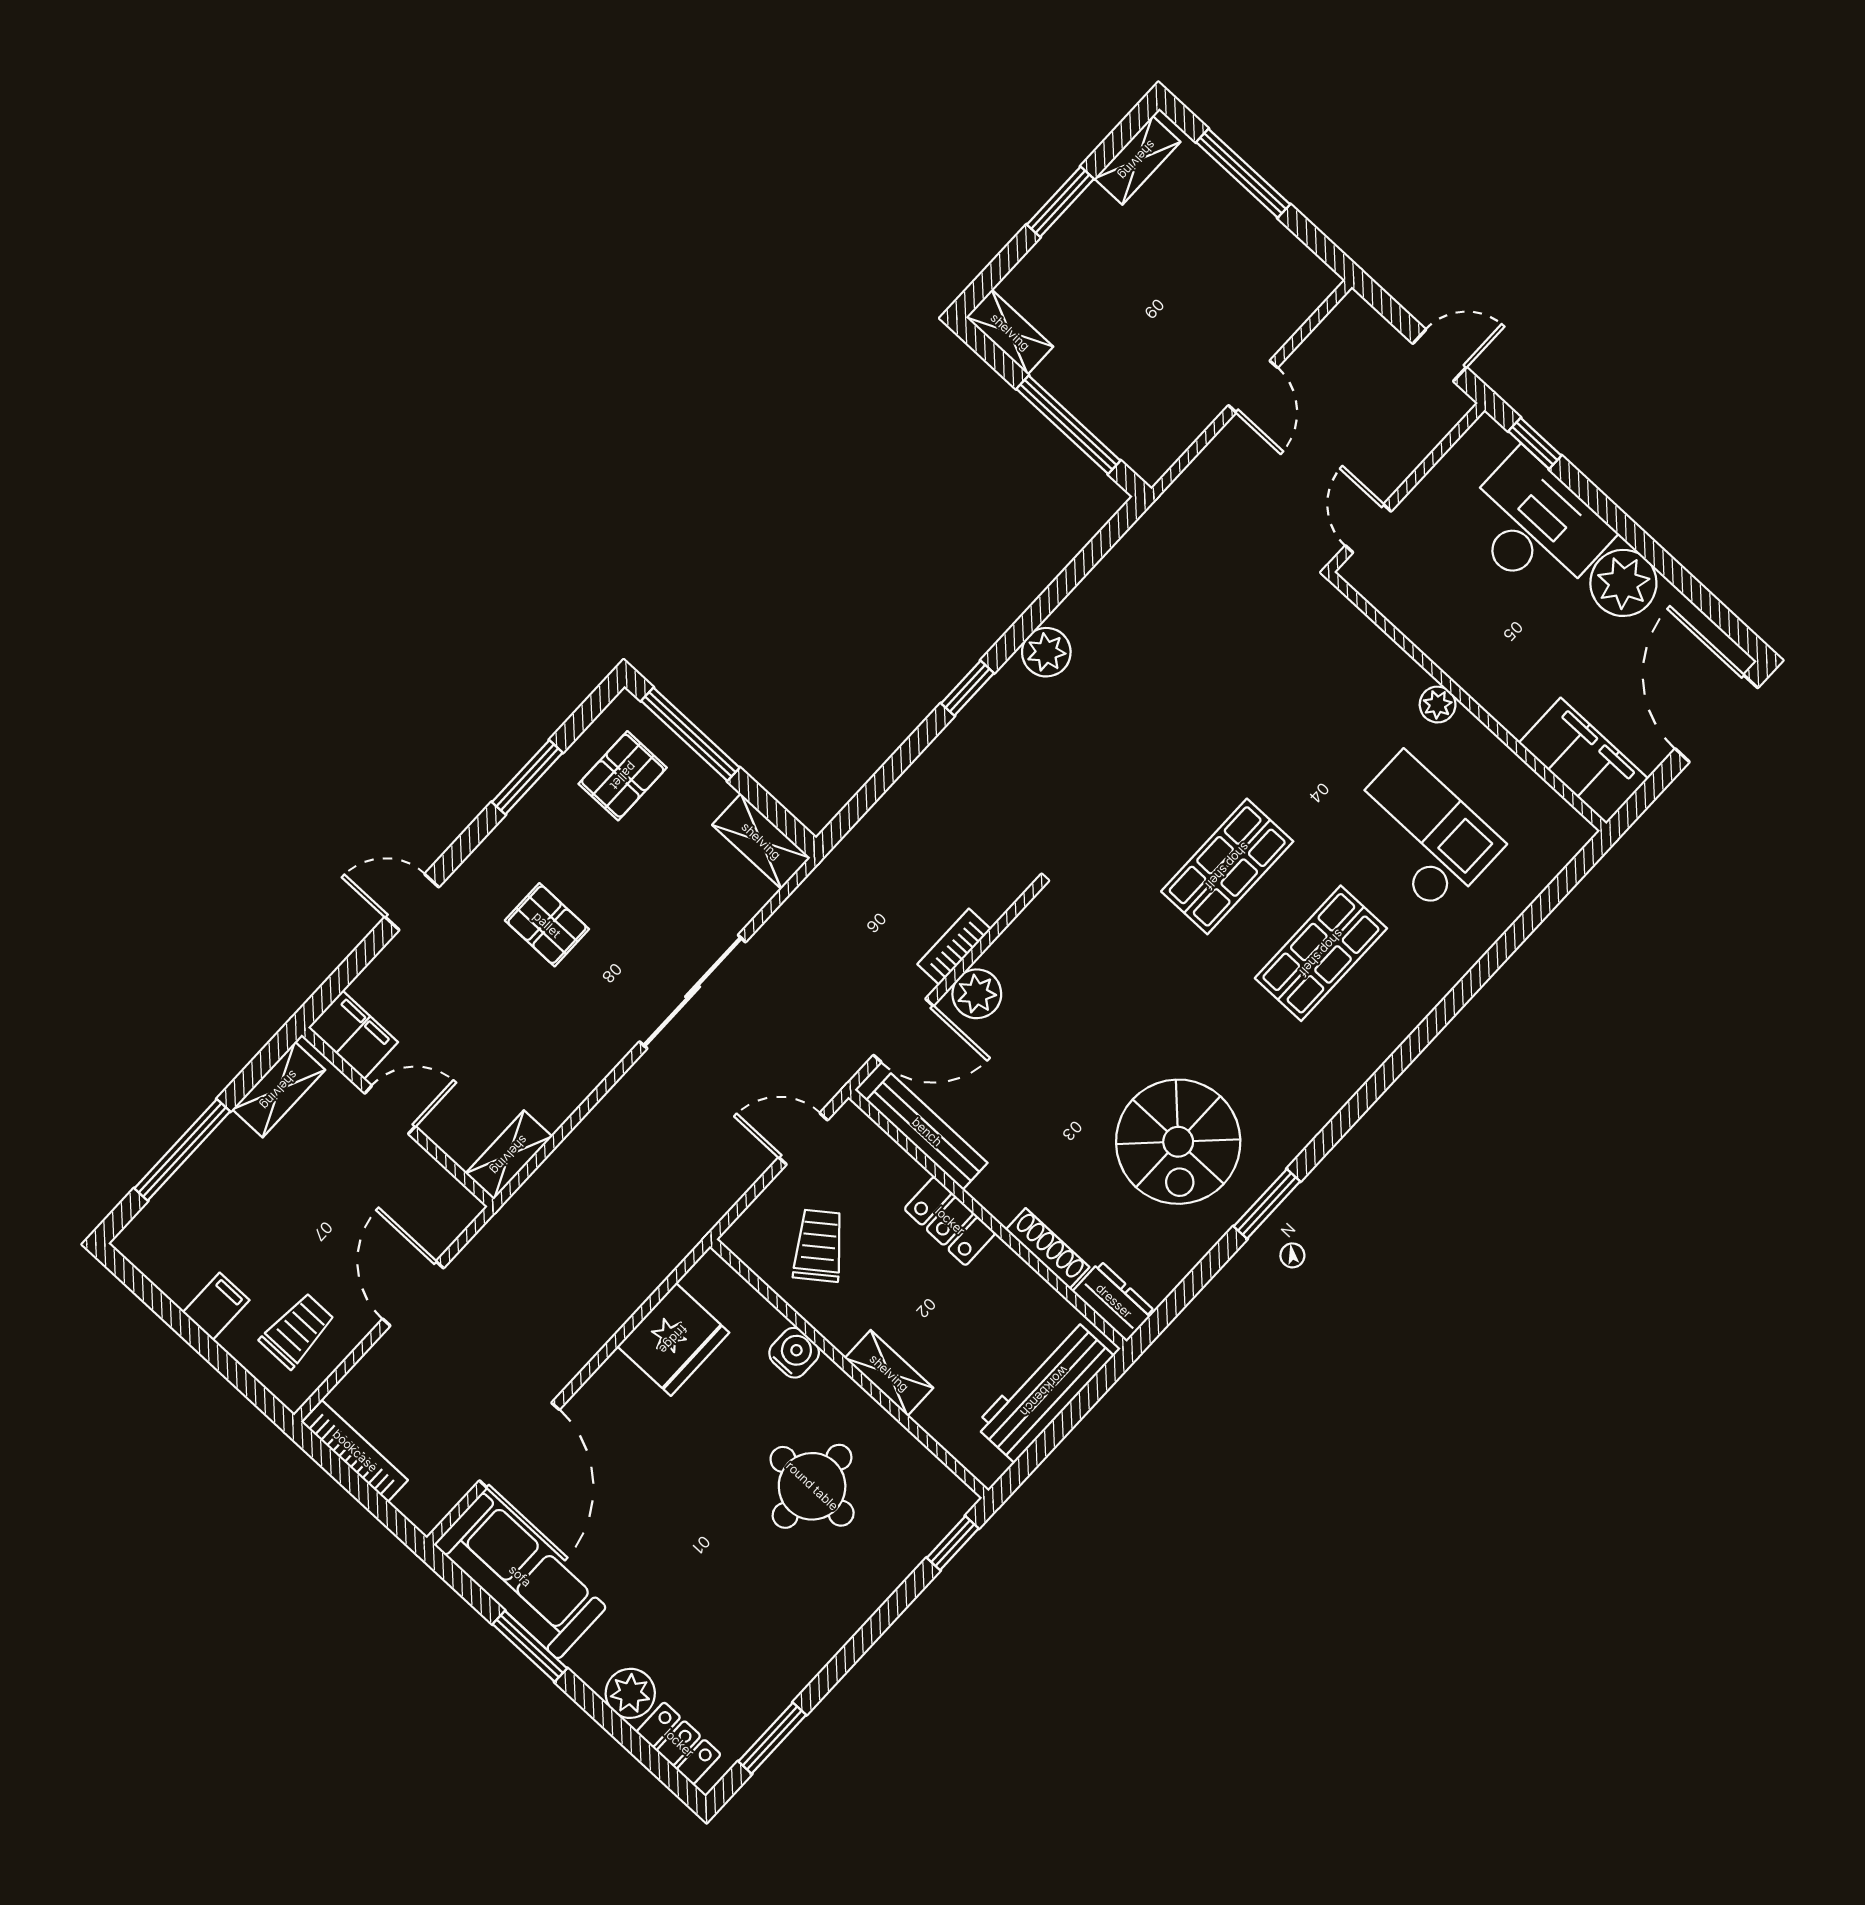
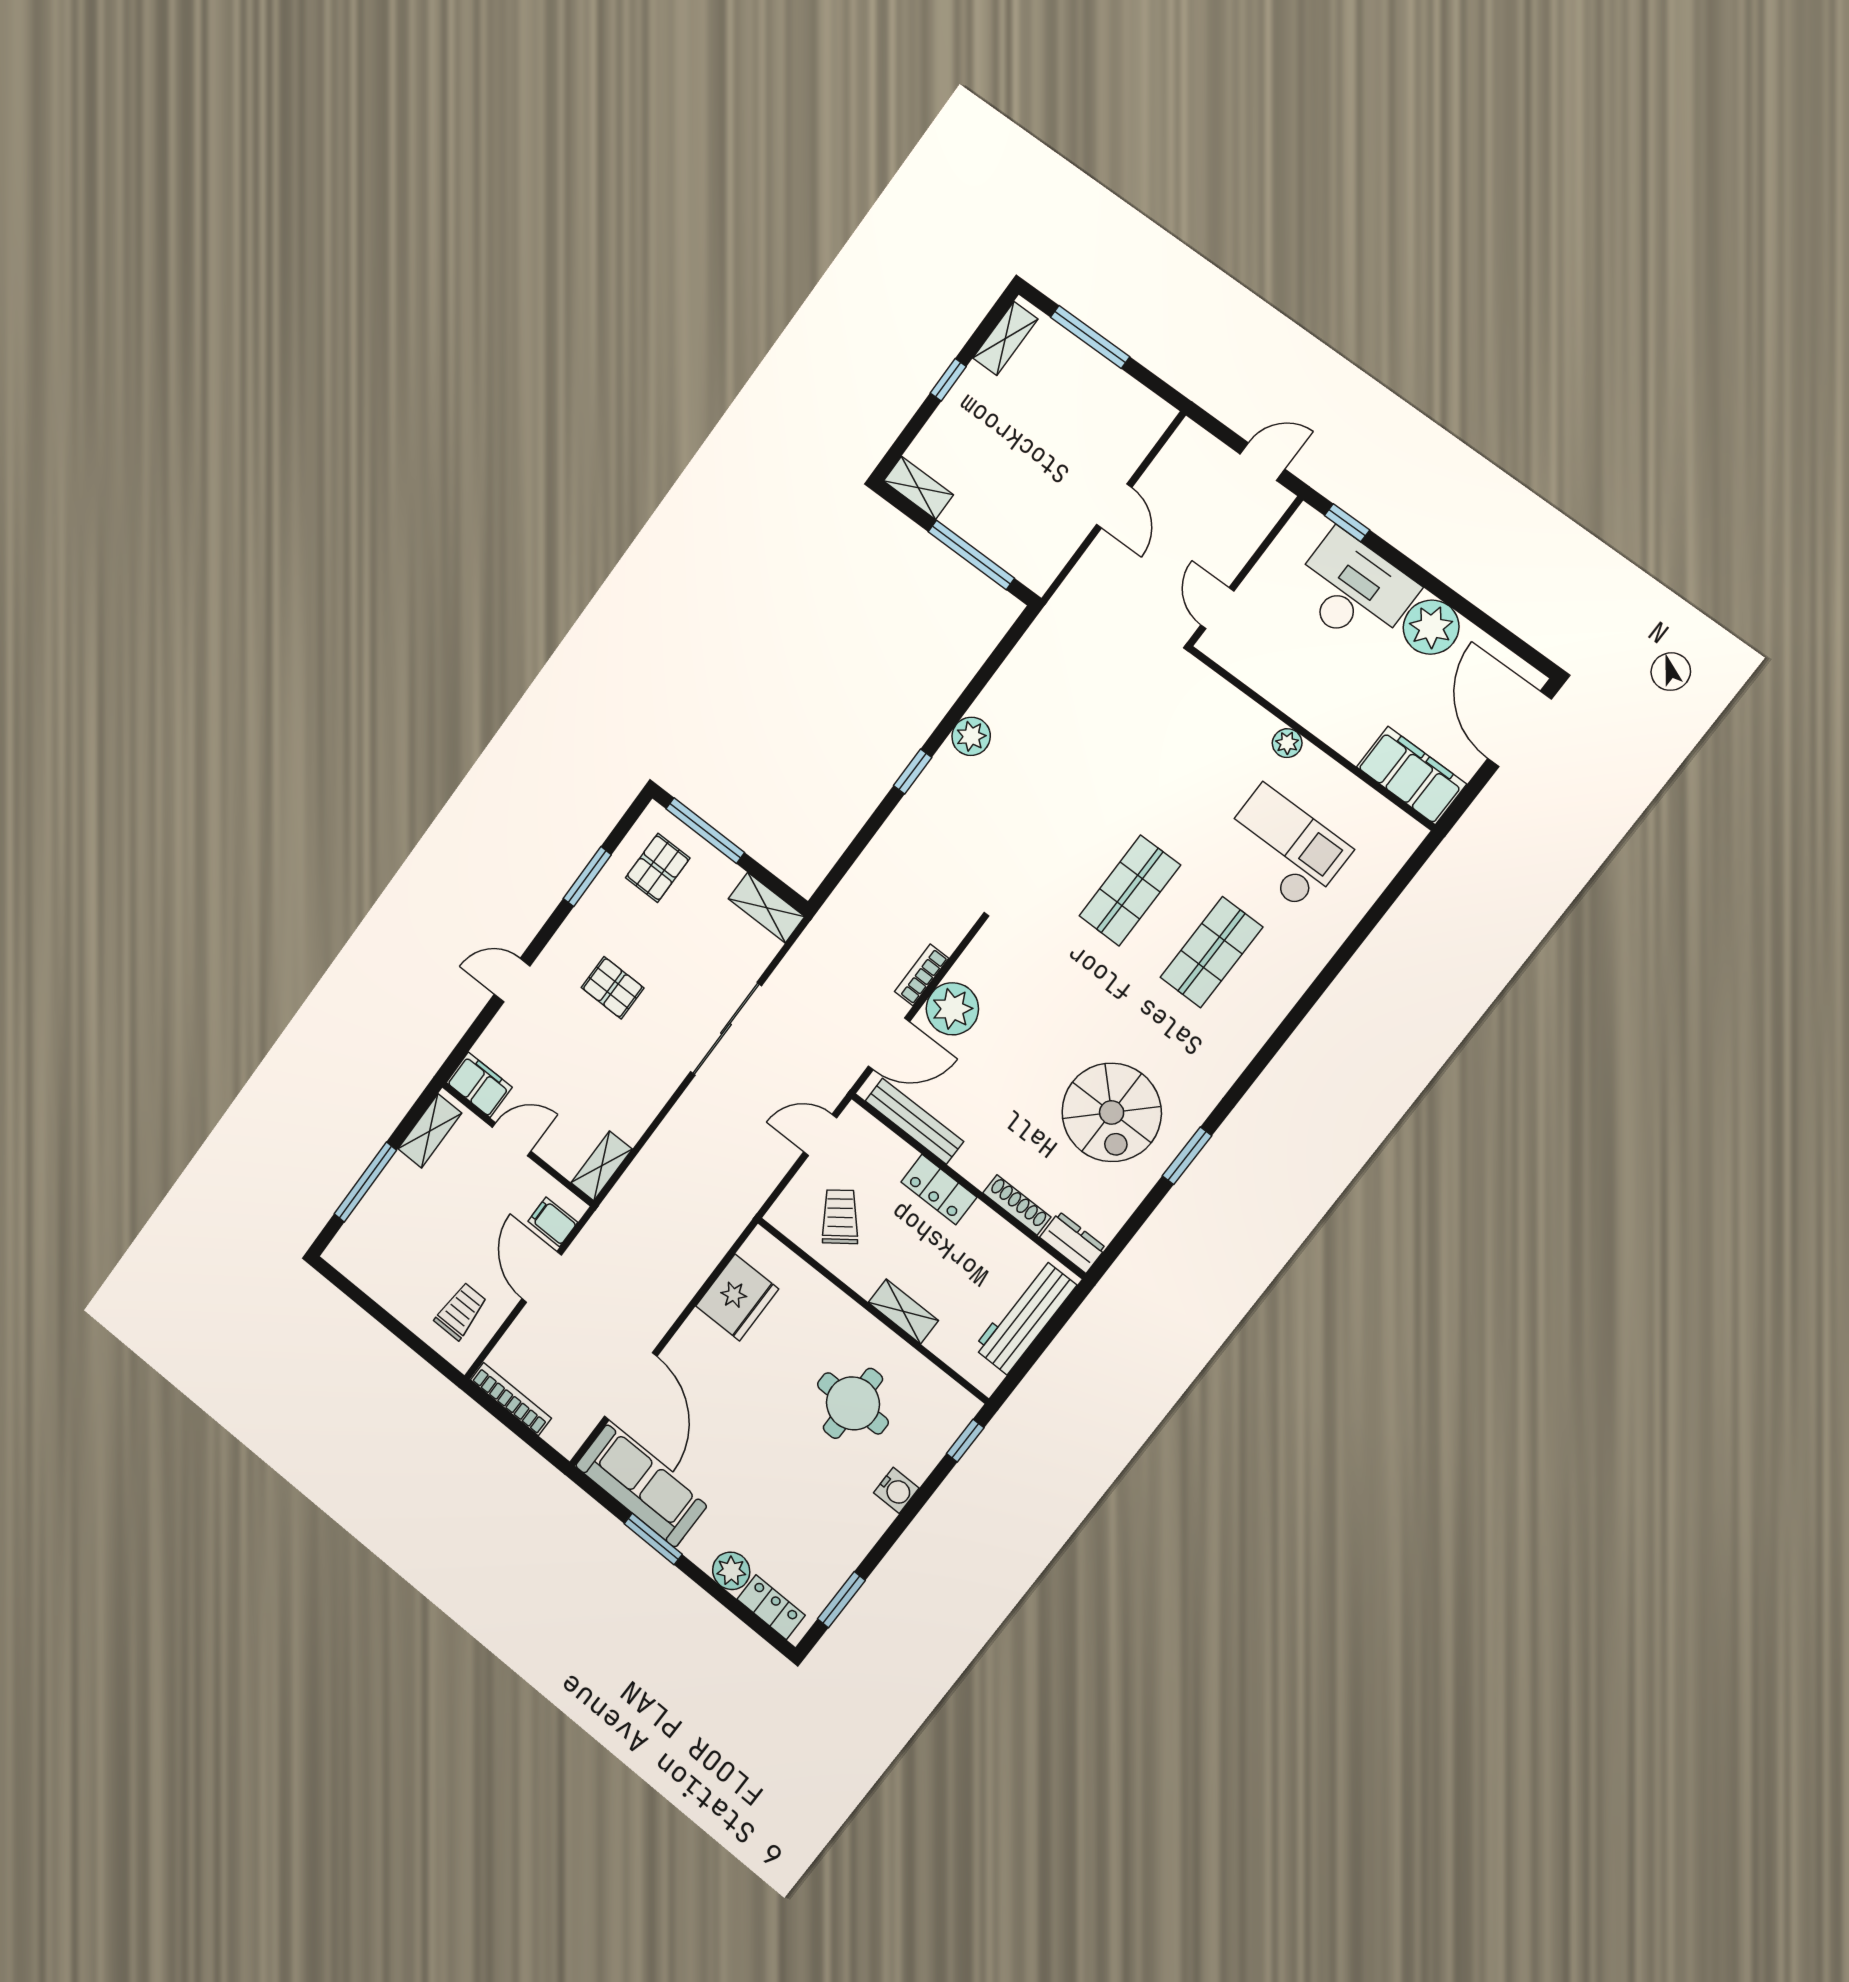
window: (1060, 202) -> (948, 380), width x0.67
plant: (977, 994) -> (952, 1009), width x1.36, depth x1.36
filing cabinet: (216, 1306) -> (553, 1222), moved, turned -90
water cooler: (794, 1353) -> (896, 1490), moved, turned 90

